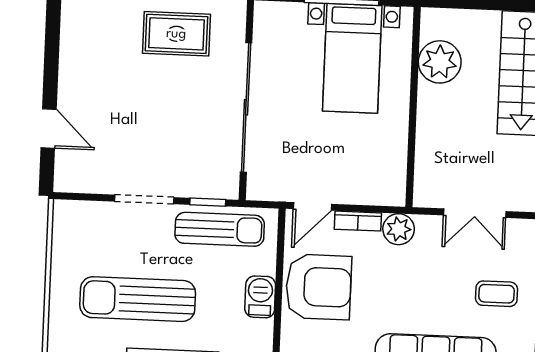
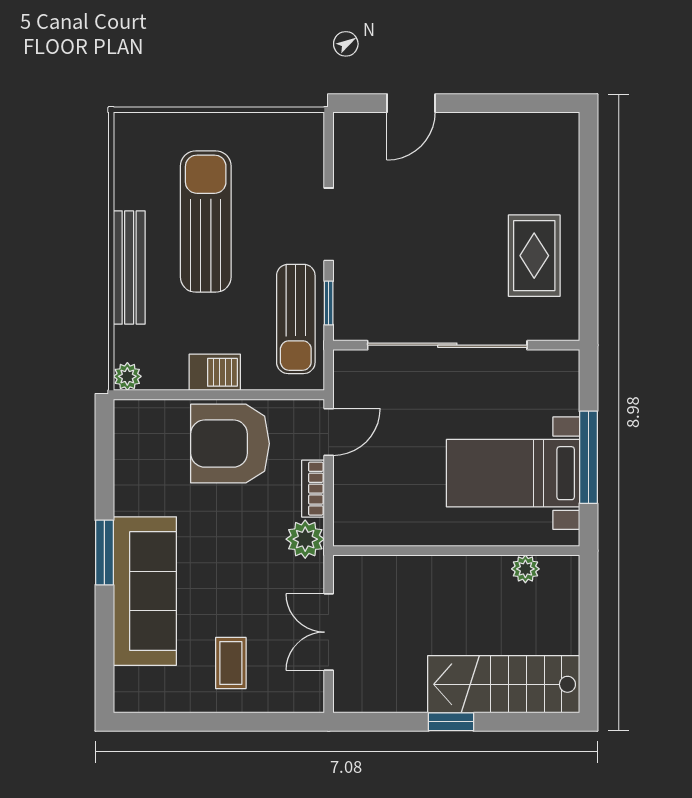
plant: (440, 62) -> (525, 569), width x0.53, depth x0.53
door: (312, 206) -> (329, 432), swing flipped
armchair: (319, 287) -> (230, 444), turned 90

